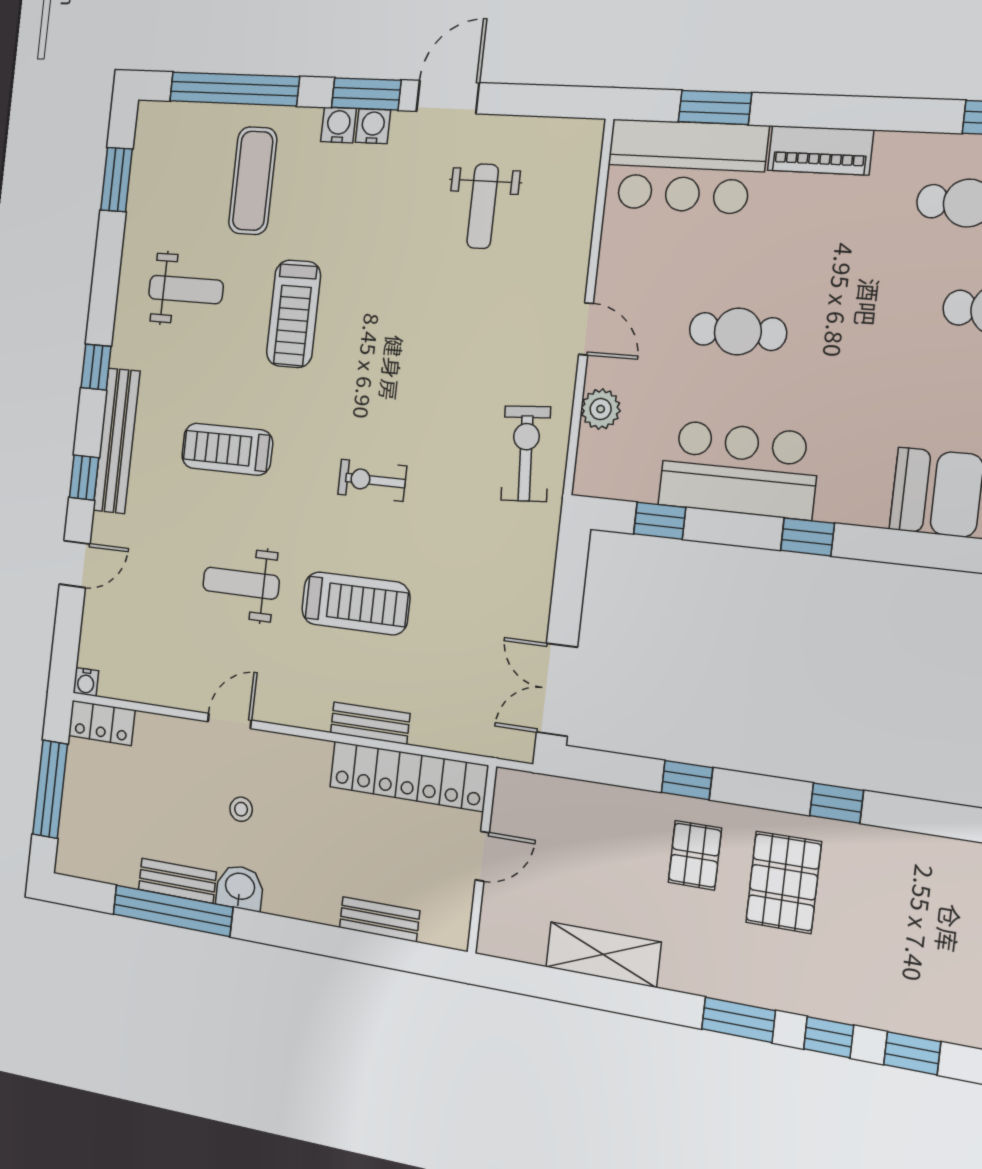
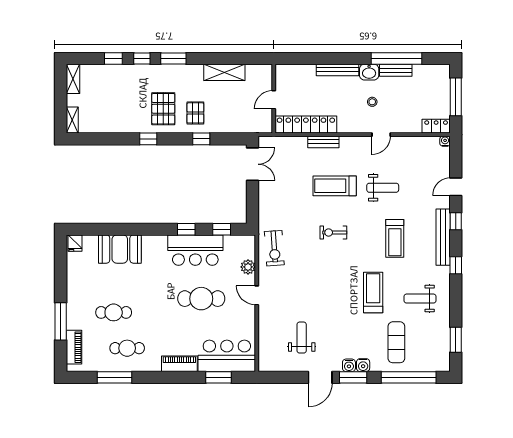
cafe table: (738, 331) -> (201, 299), width x1.37, depth x1.35
treadmill: (227, 449) -> (395, 238), turned 90
exercise bike: (372, 480) -> (333, 232), turned 180
window: (807, 537) -> (186, 229), moved
bench: (379, 919) -> (337, 70), moved, width x1.36

